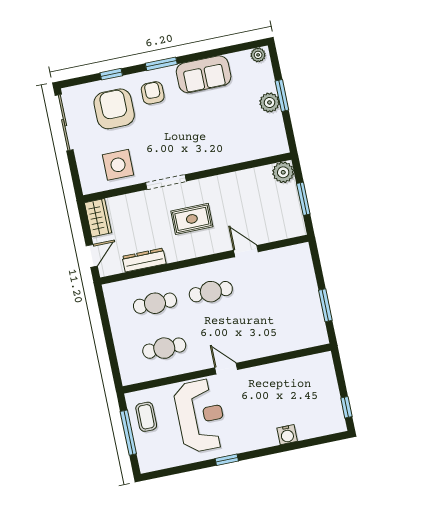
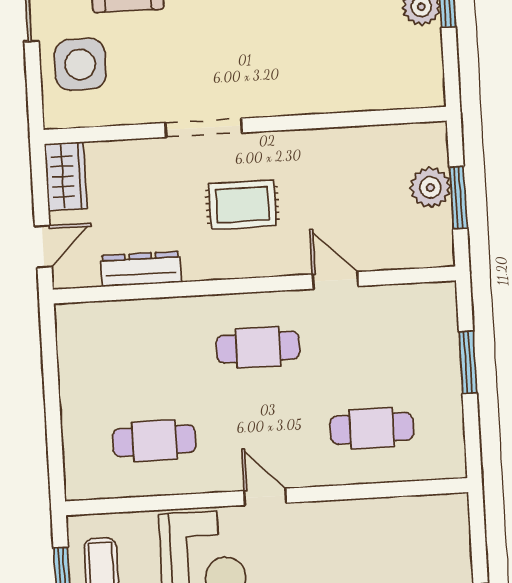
side table: (118, 165) -> (80, 64), moved
plant: (283, 172) -> (430, 187), moved
cafe table: (155, 303) -> (372, 428), moved
window: (325, 305) -> (468, 362), moved

